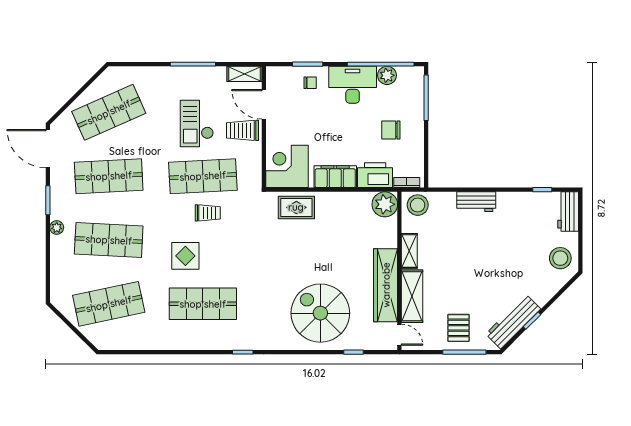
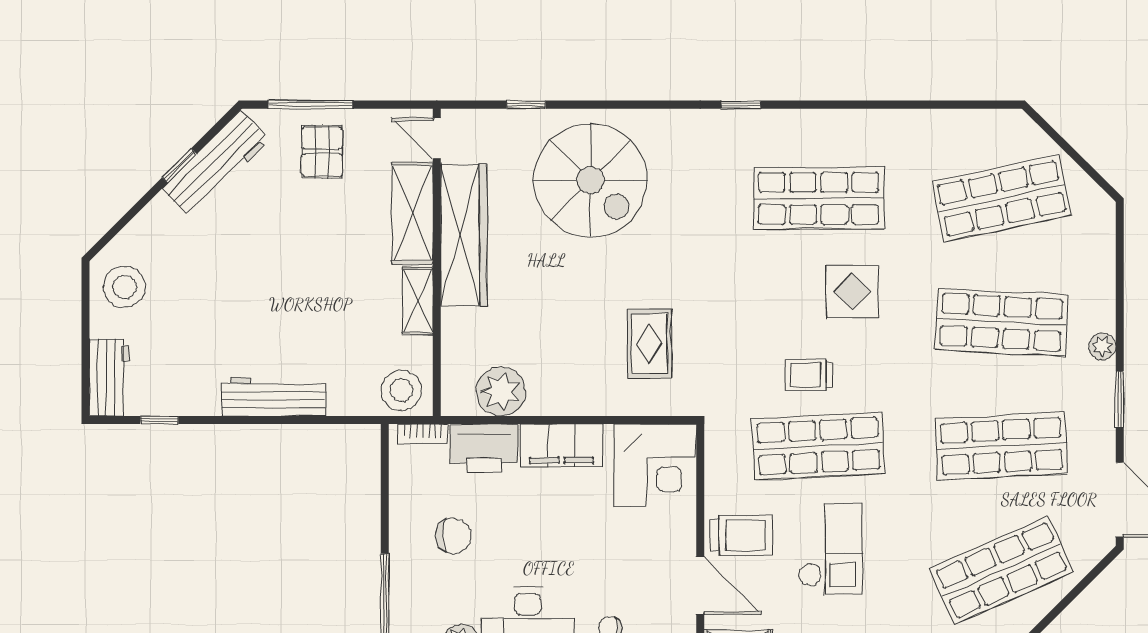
workbench: (476, 202) -> (273, 397), width x1.37
plant: (385, 204) -> (501, 392), moved
rug: (296, 207) -> (649, 344), moved, turned 90

